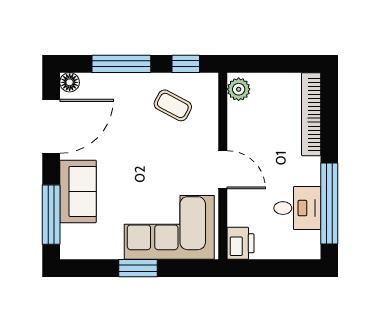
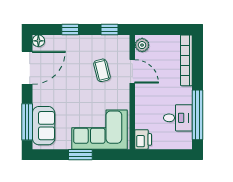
window: (121, 64) -> (70, 29), width x0.46
coffee table: (173, 105) -> (102, 70), moved, turned 48
door: (223, 170) -> (132, 71), moved
sofa: (78, 191) -> (44, 126), moved

